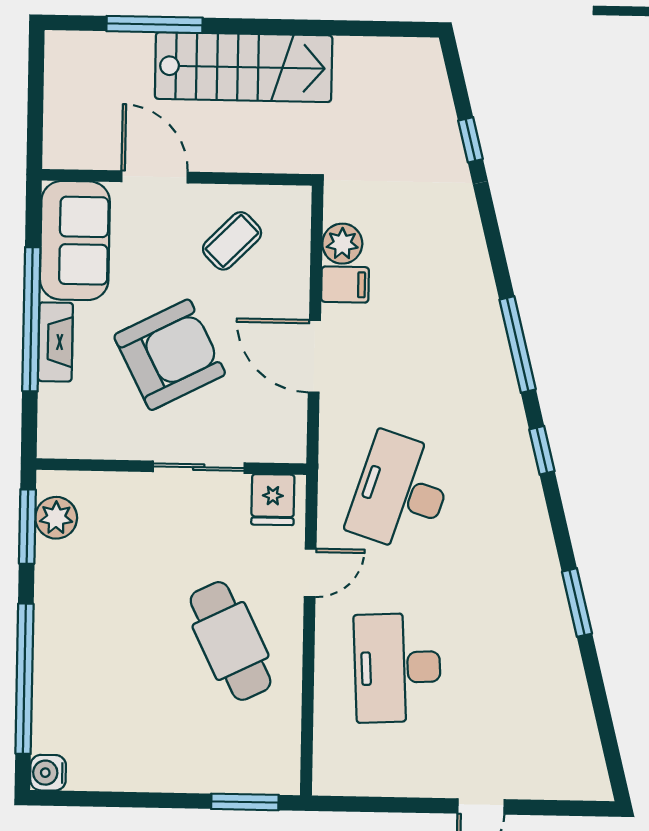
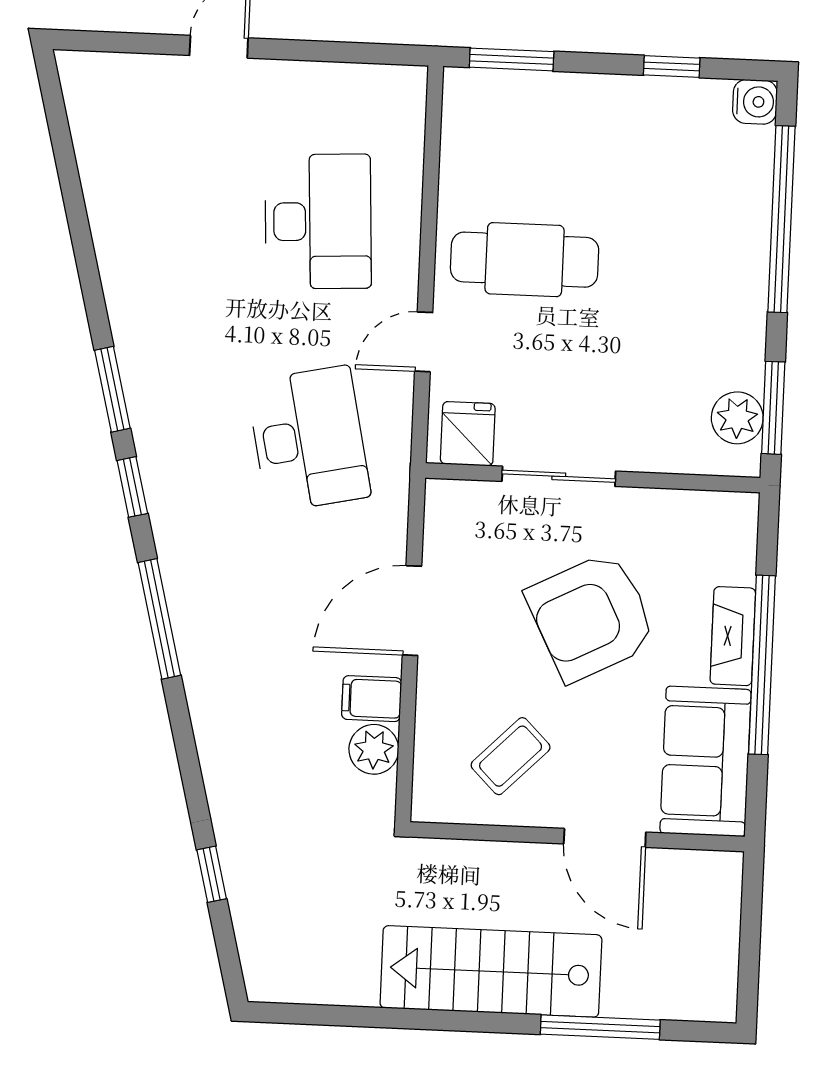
door: (314, 356) -> (412, 611), swing flipped
desk: (401, 492) -> (309, 439), turned -30
window: (577, 603) -> (112, 389), moved
cafe table: (231, 641) -> (525, 260), turned -64
window: (116, 799) -> (672, 66), added

